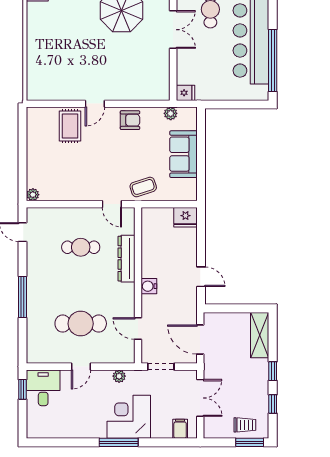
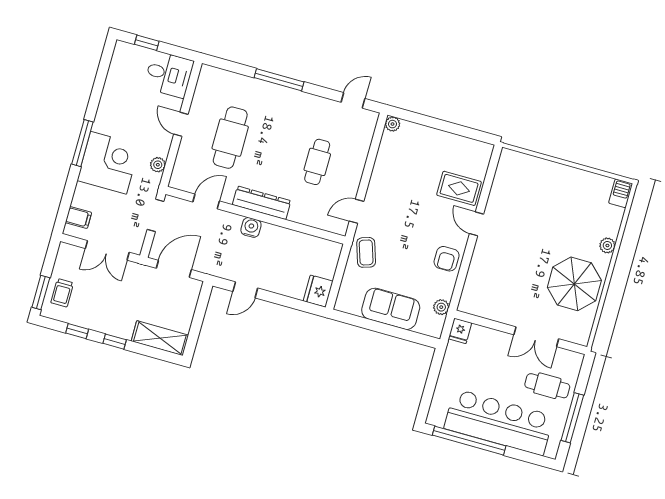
dresser: (126, 259) -> (262, 203), moved
window: (23, 389) -> (147, 43), moved

